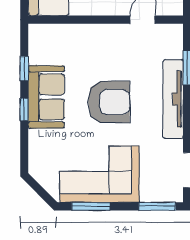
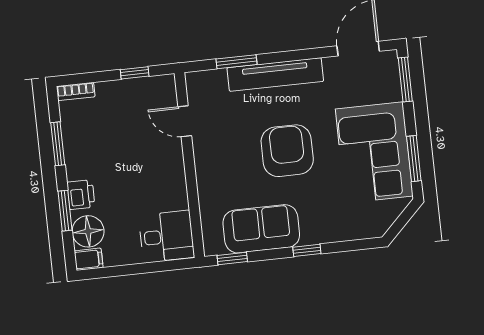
window: (24, 69) -> (232, 259), moved
sofa: (46, 97) -> (261, 229), moved

